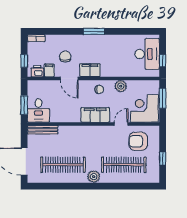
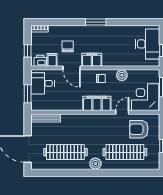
desk: (38, 110) -> (42, 83), moved, turned 90

